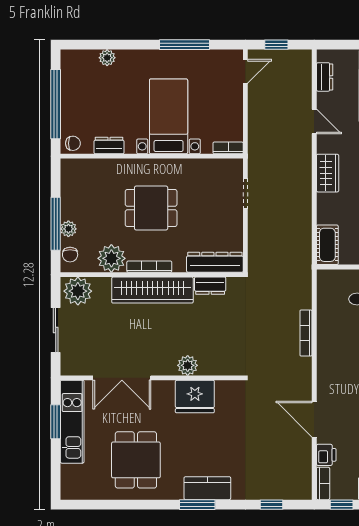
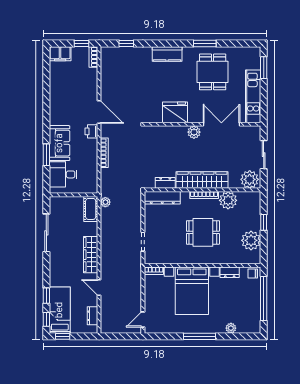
window: (184, 45) -> (199, 336), moved
window: (276, 45) -> (123, 336), removed
bed with nightstands: (169, 116) -> (192, 291), width x1.36
wardrobe: (328, 173) -> (91, 255), width x1.50
window: (56, 224) -> (264, 222), width x0.46
plant: (68, 229) -> (251, 240), moved, width x1.87, depth x1.87
chair: (70, 255) -> (255, 203), removed
plant: (304, 256) -> (105, 202), added
plant: (188, 365) -> (194, 132), moved
door: (314, 419) -> (99, 112), moved
window: (56, 422) -> (264, 68), moved
printer: (326, 455) -> (91, 131), moved
window: (197, 505) -> (205, 44), moved

